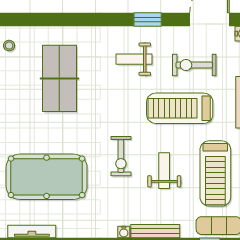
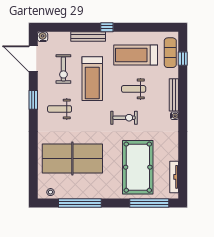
weight bench: (134, 59) -> (60, 109), turned 90
table tennis table: (59, 78) -> (72, 159), width x1.36, depth x1.32
treadmill: (215, 173) -> (136, 55), turned 180

